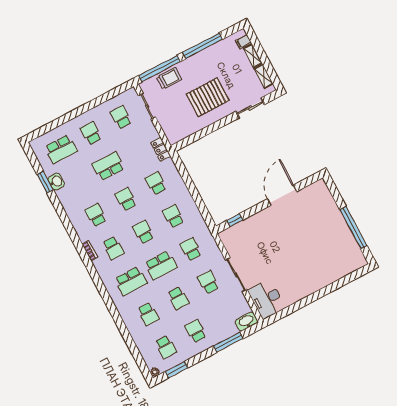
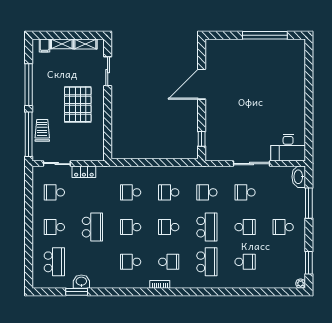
locker: (161, 149) -> (84, 172), moved
school desk: (108, 166) -> (92, 227), turned 180
door: (282, 195) -> (202, 84), hinge flipped
school desk: (166, 347) -> (283, 262), removed

